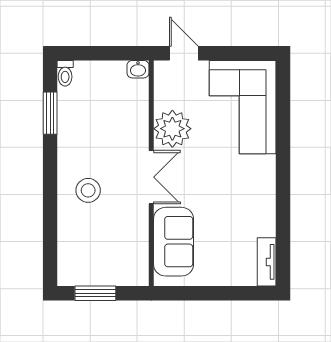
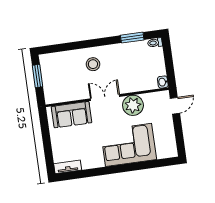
corner sofa: (243, 107) -> (129, 145), moved
double door: (151, 177) -> (105, 98), swing flipped

